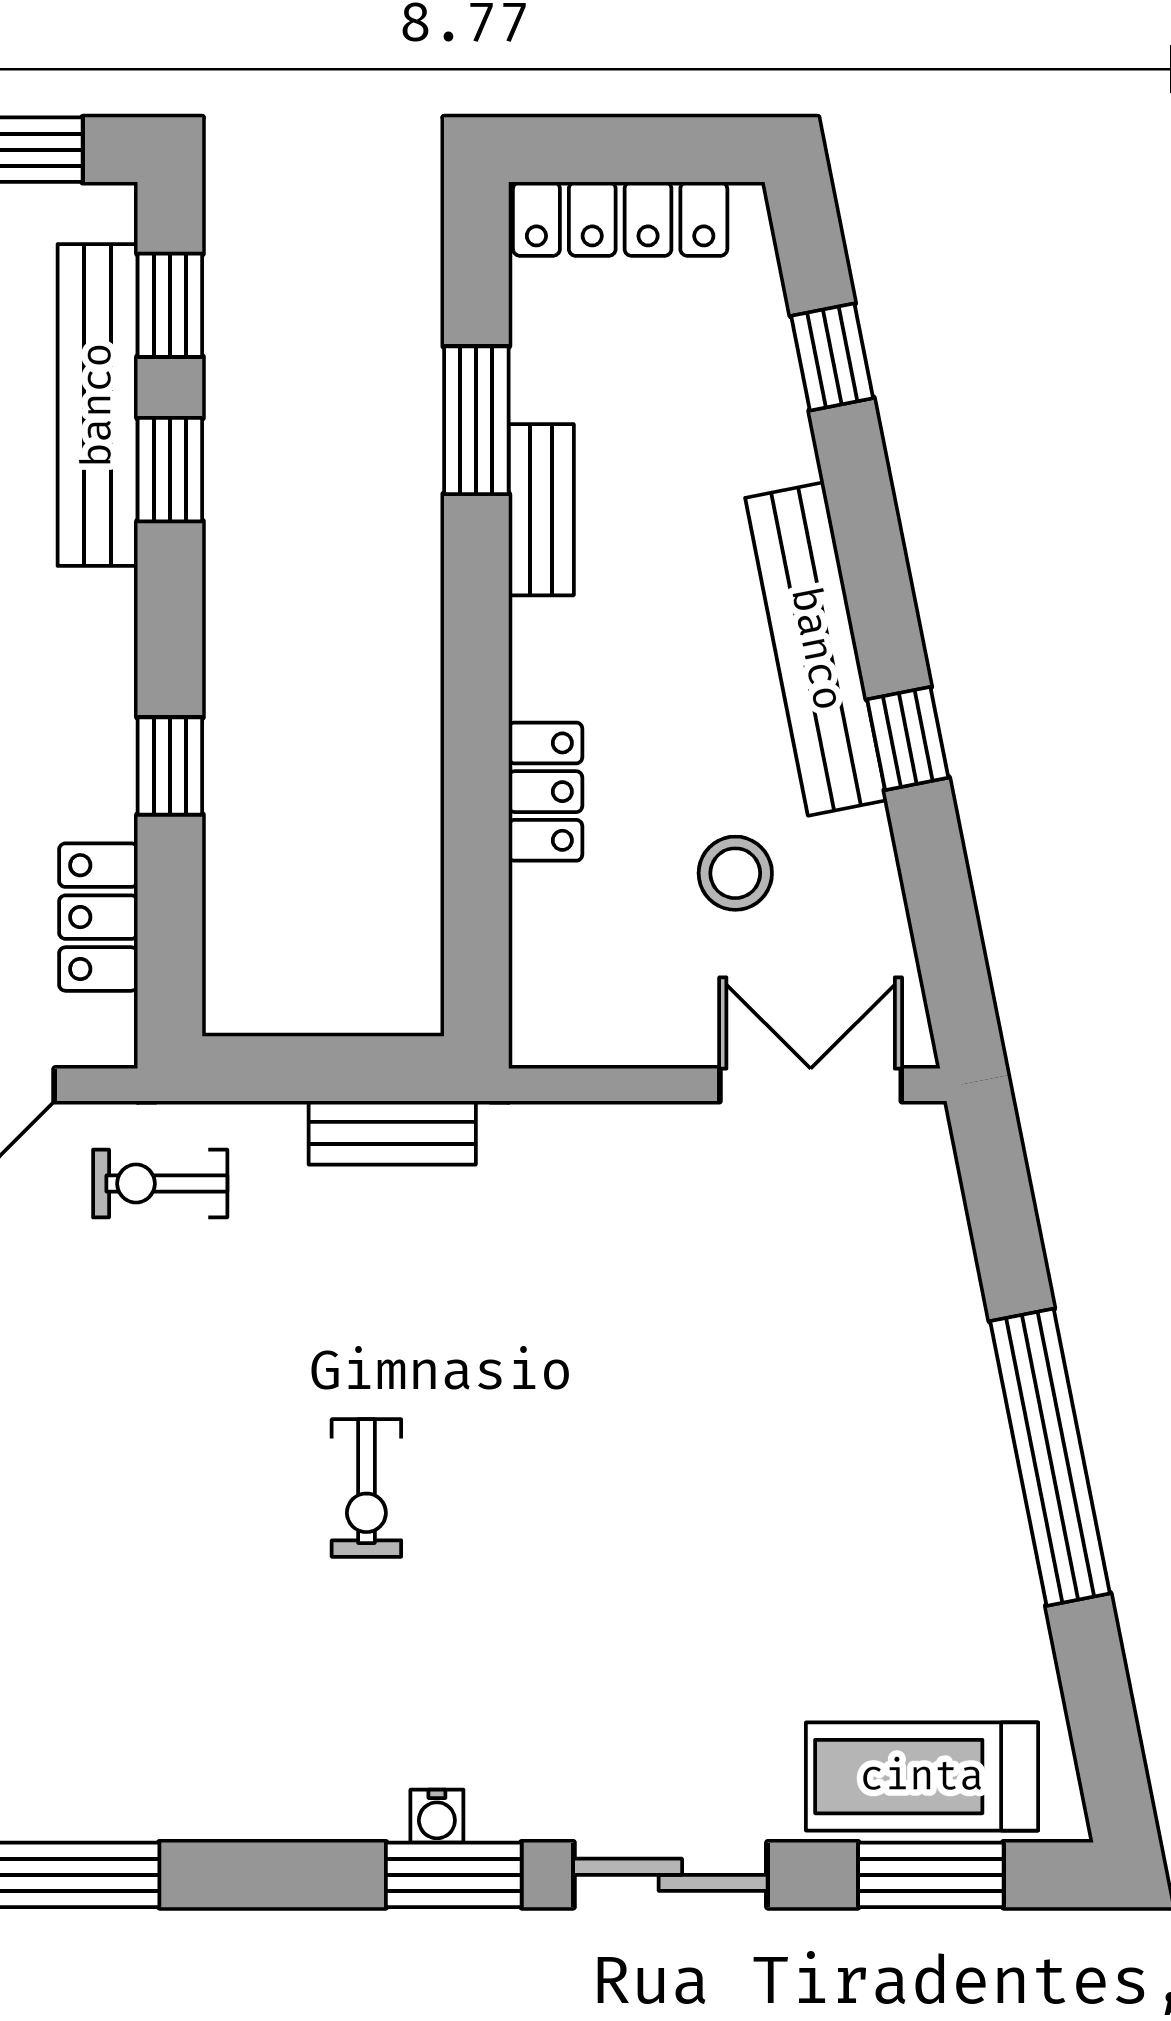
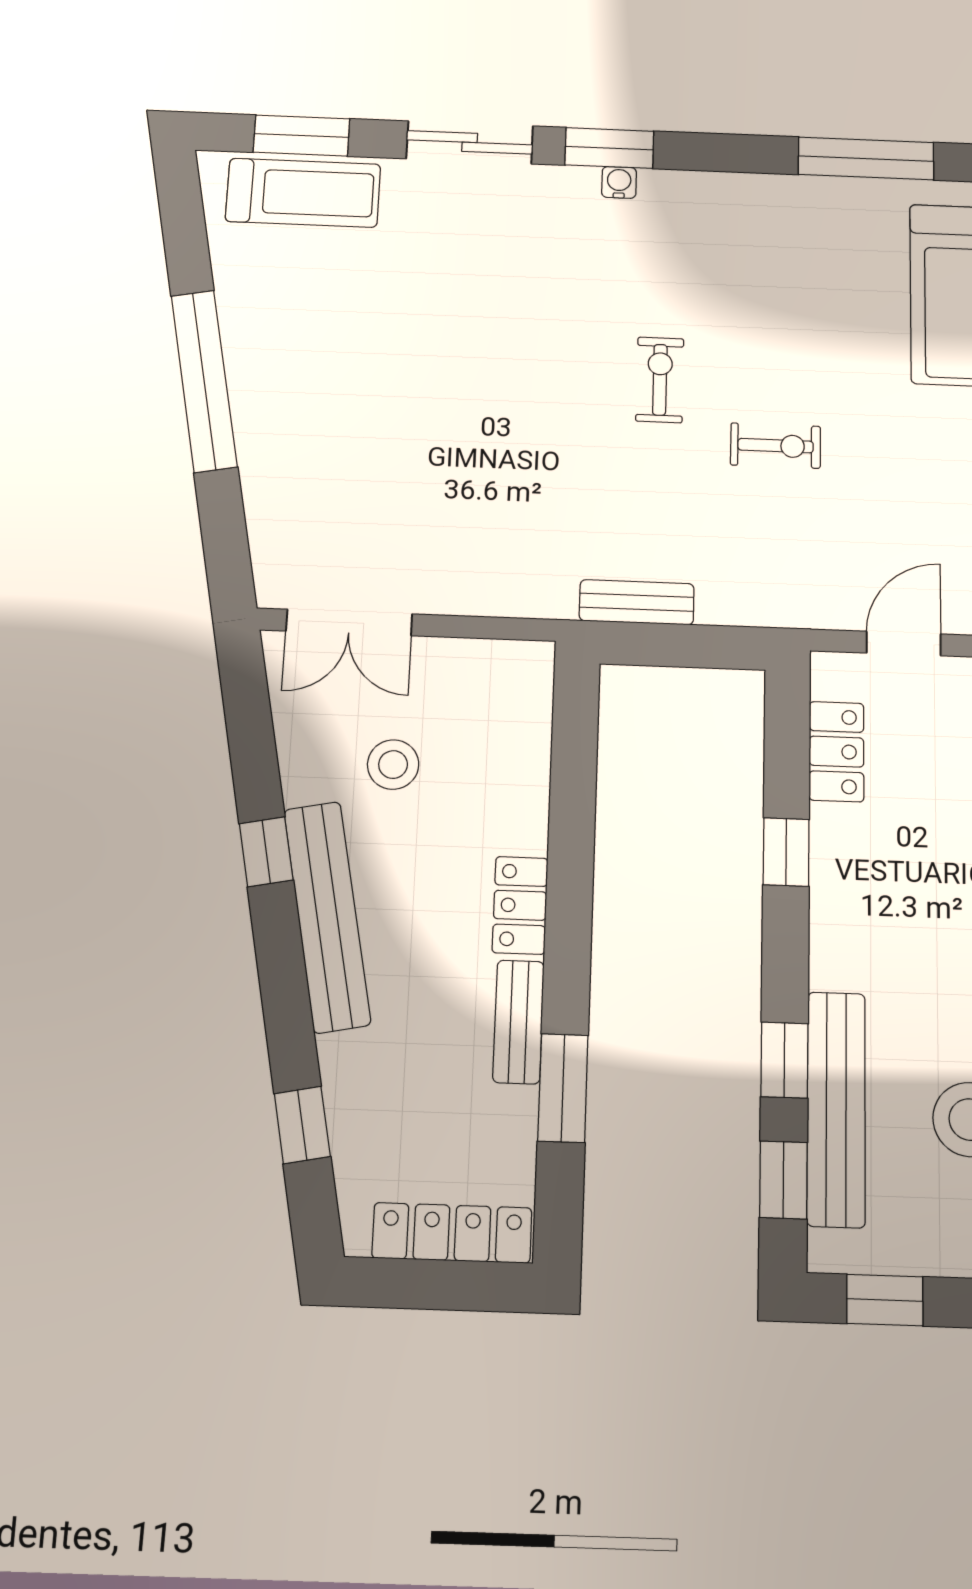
locker: (545, 792) -> (520, 905), moved
exercise bike: (160, 1184) -> (776, 446), moved

